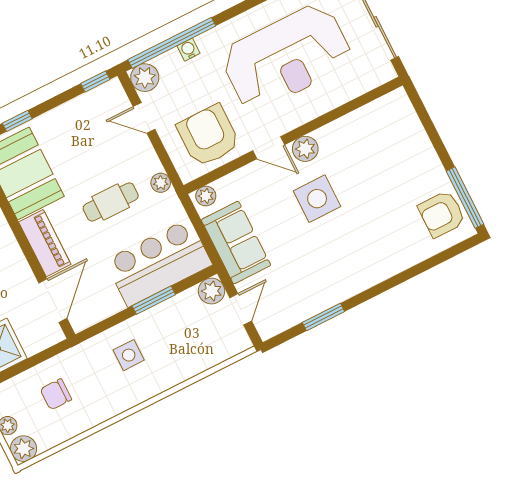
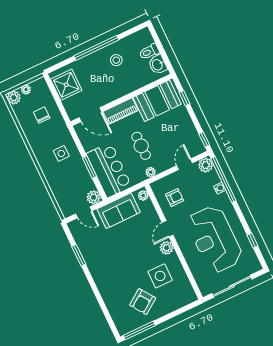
armchair: (208, 136) -> (175, 198), width x0.53, depth x0.53
side table: (317, 199) -> (160, 276), moved
armchair: (442, 214) -> (143, 302), moved, turned -125

